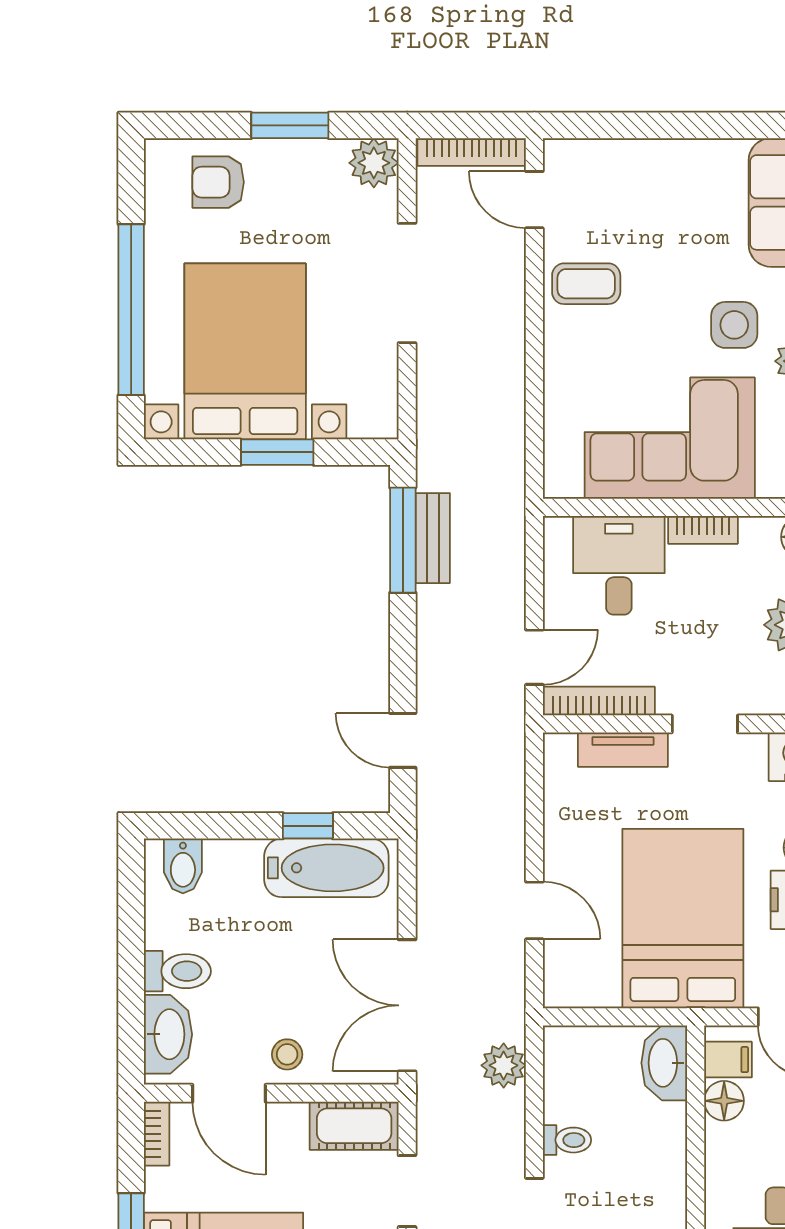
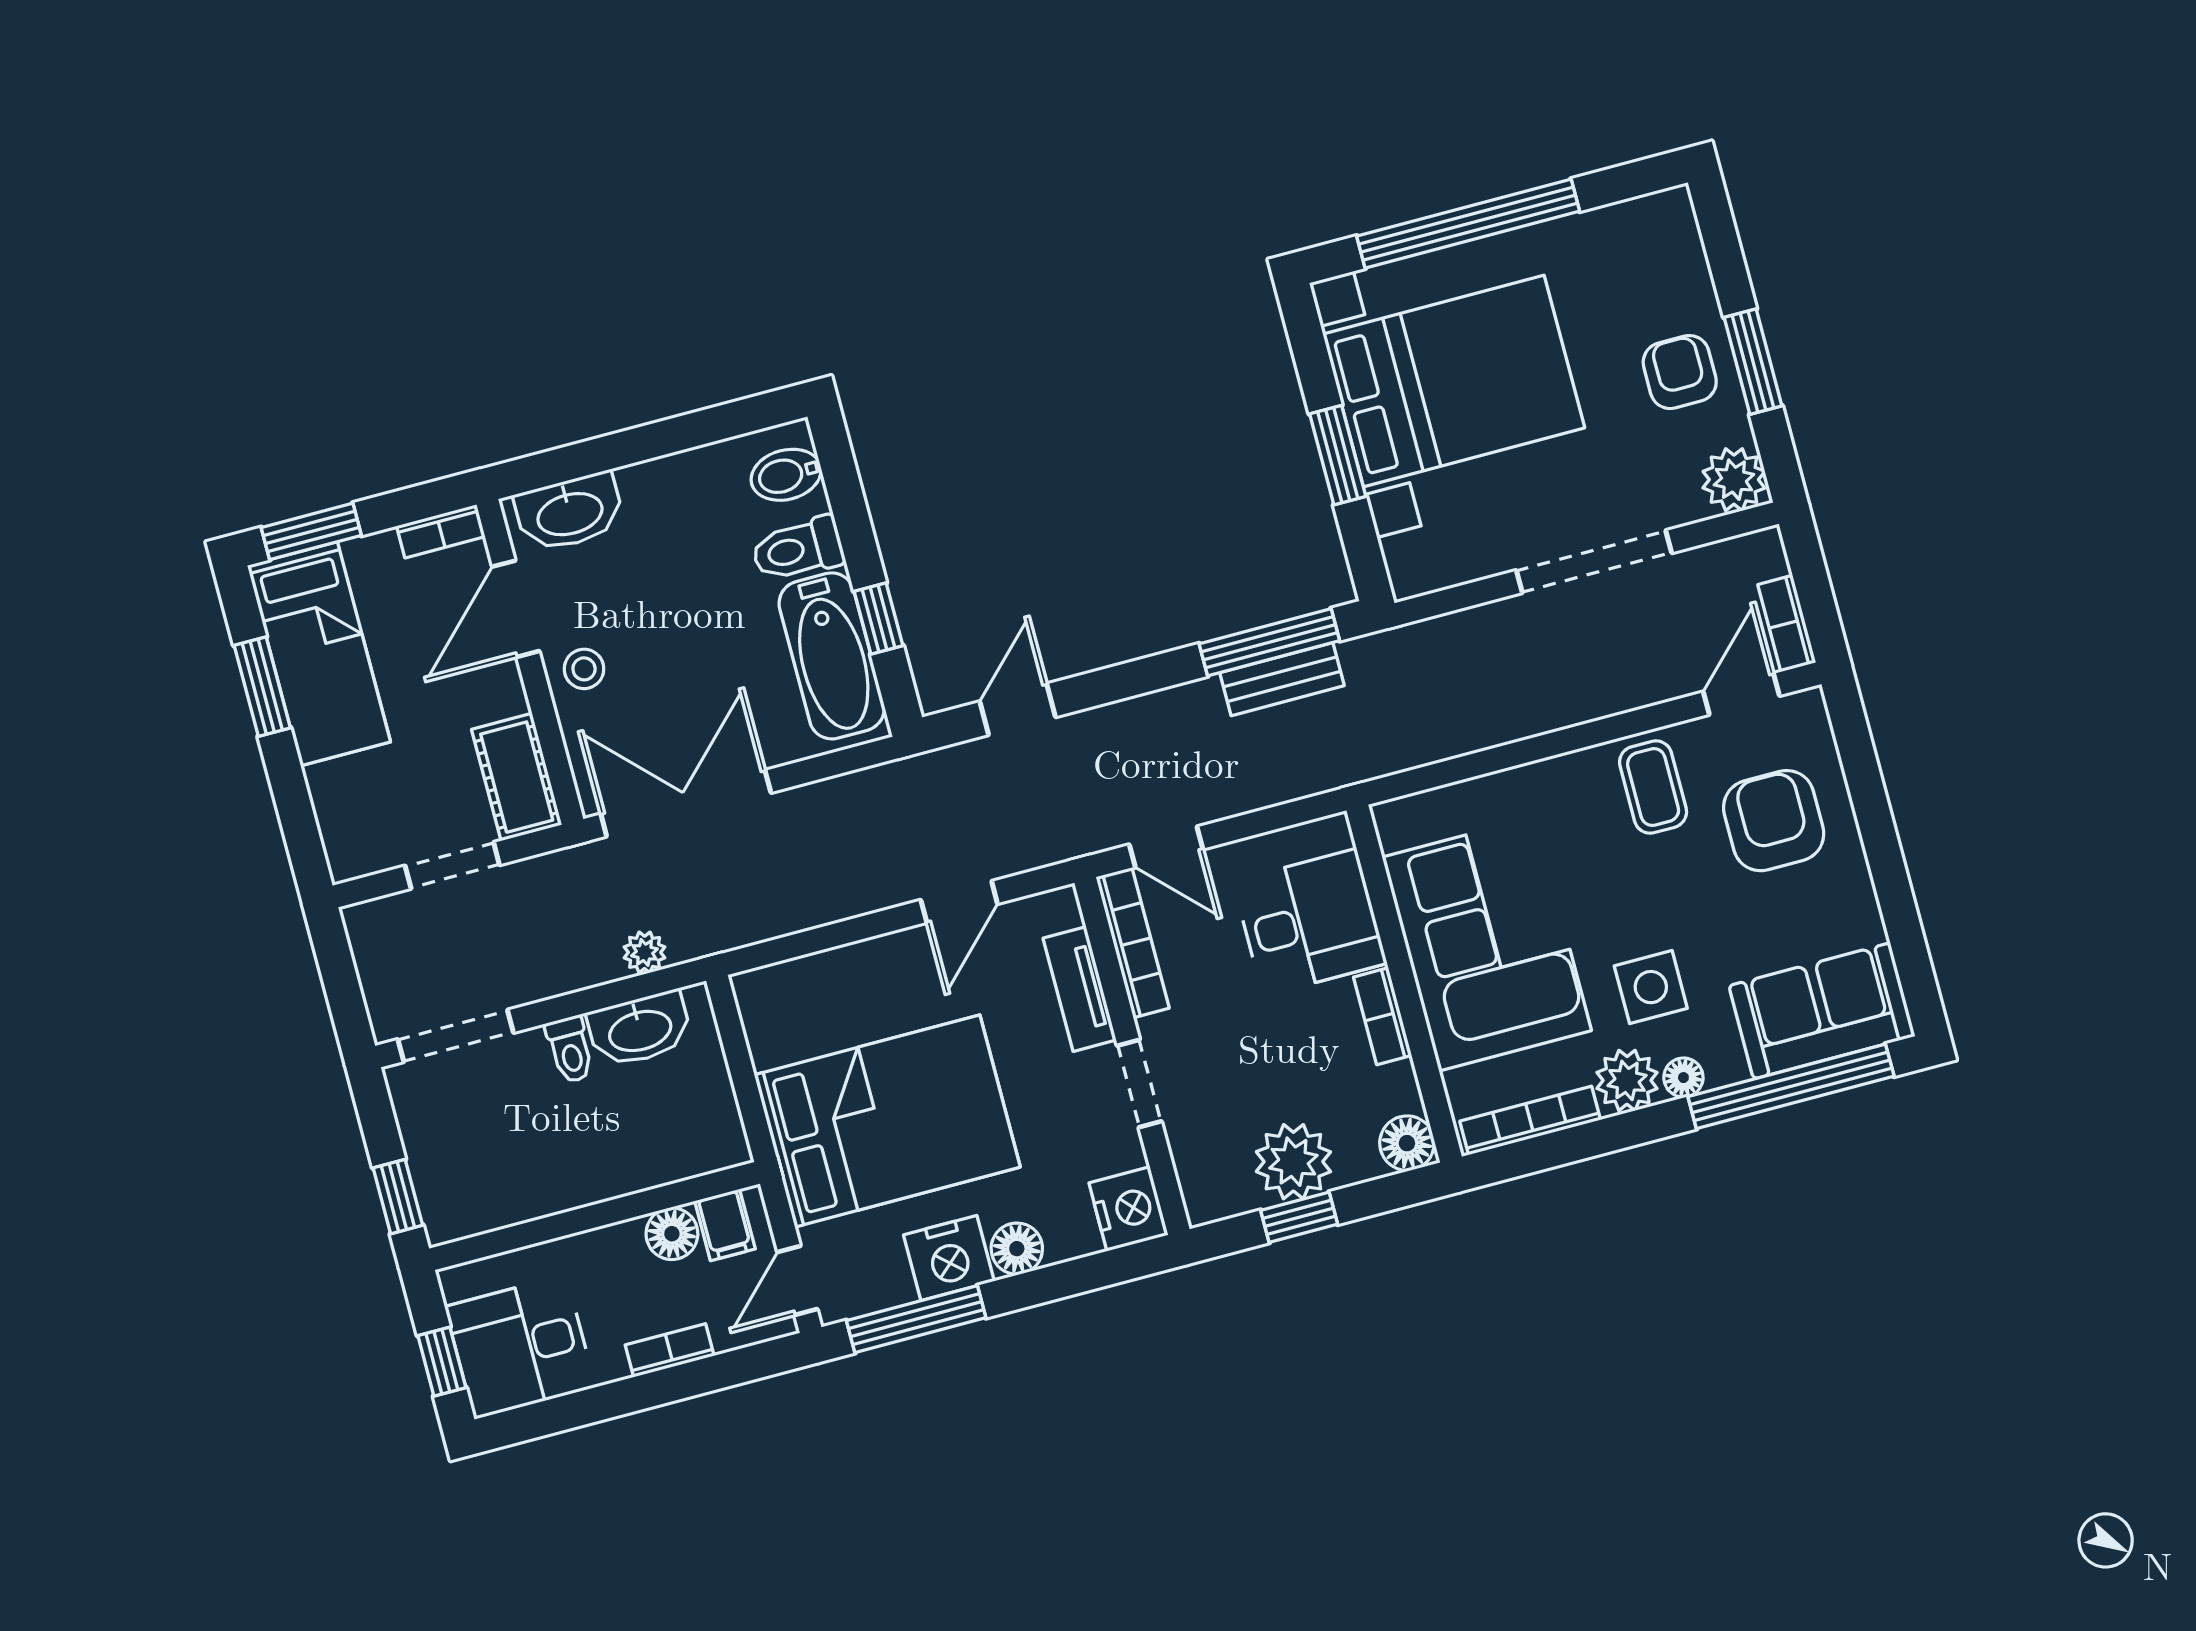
bookcase: (472, 152) -> (1787, 624), width x0.64
armchair: (218, 182) -> (1680, 372), moved
armchair: (635, 201) -> (1774, 821), added
door: (534, 910) -> (959, 902), moved
toilet: (177, 971) -> (798, 549), moved, turned 90
washbasin: (664, 1063) -> (640, 1029), moved, turned 180
plant: (504, 1065) -> (645, 952), width x0.73, depth x0.73

